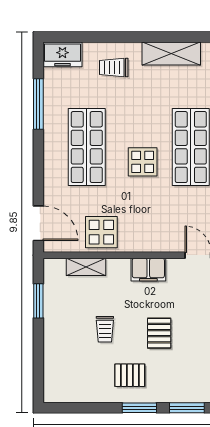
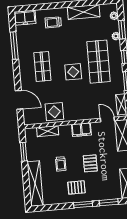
shop shelf: (87, 147) -> (42, 66), width x0.70, depth x0.74
door: (38, 223) -> (19, 100), moved
shelving: (55, 361) -> (35, 184), added

